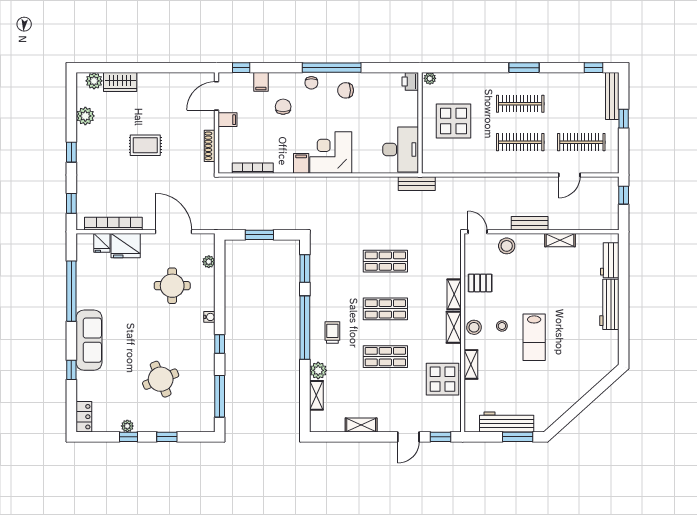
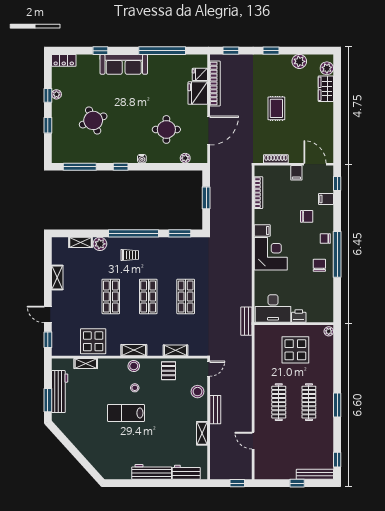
printer: (410, 82) -> (299, 316), moved
clothes rail: (581, 142) -> (279, 450), removed
shelving: (454, 294) -> (175, 350), moved
shelving: (471, 364) -> (86, 363), moved

